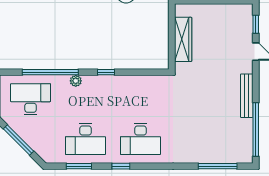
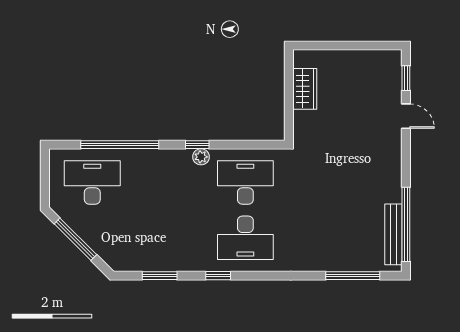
wardrobe: (183, 39) -> (305, 89), width x0.67
plant: (76, 81) -> (201, 157), moved
bench: (247, 96) -> (393, 234), moved
desk: (86, 139) -> (245, 182), moved, turned 180

